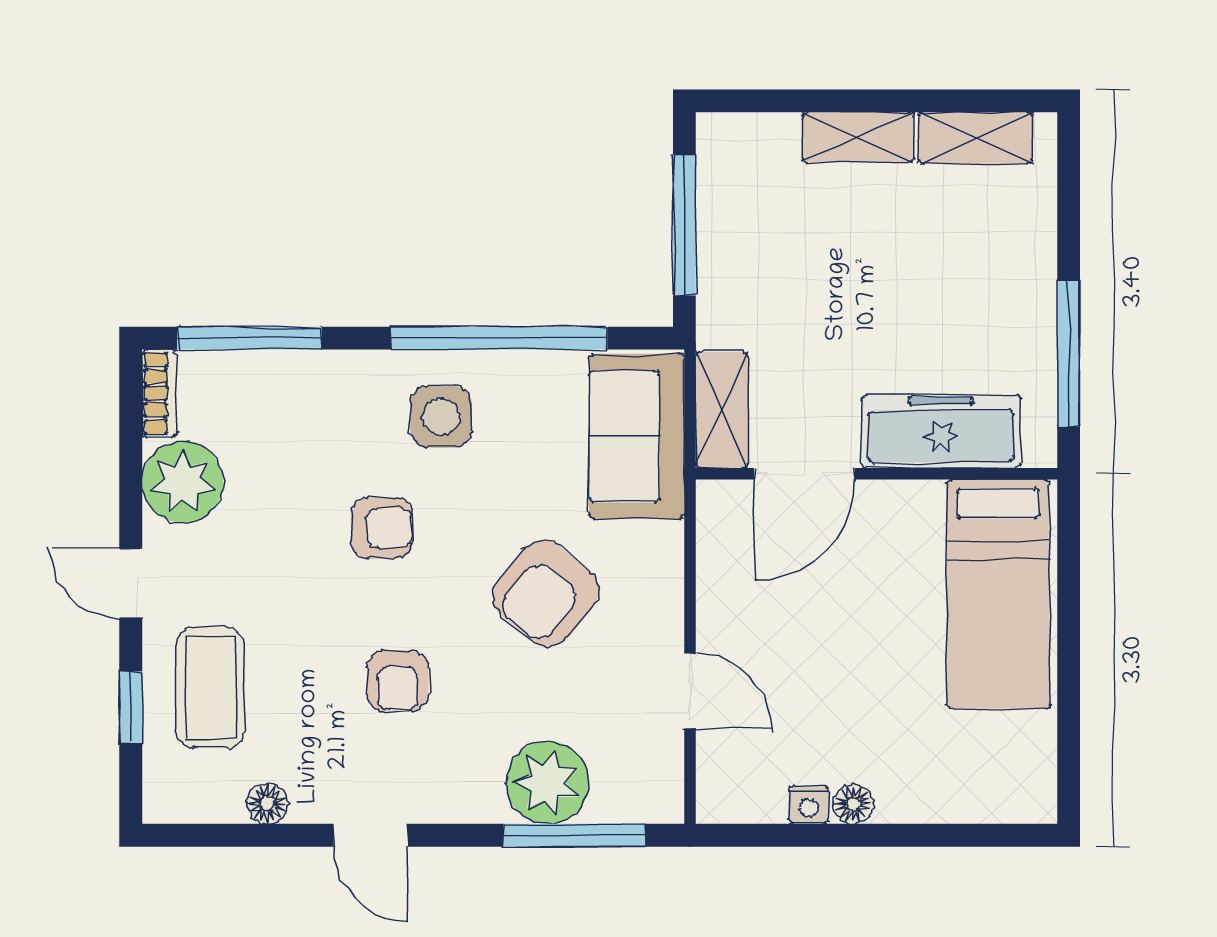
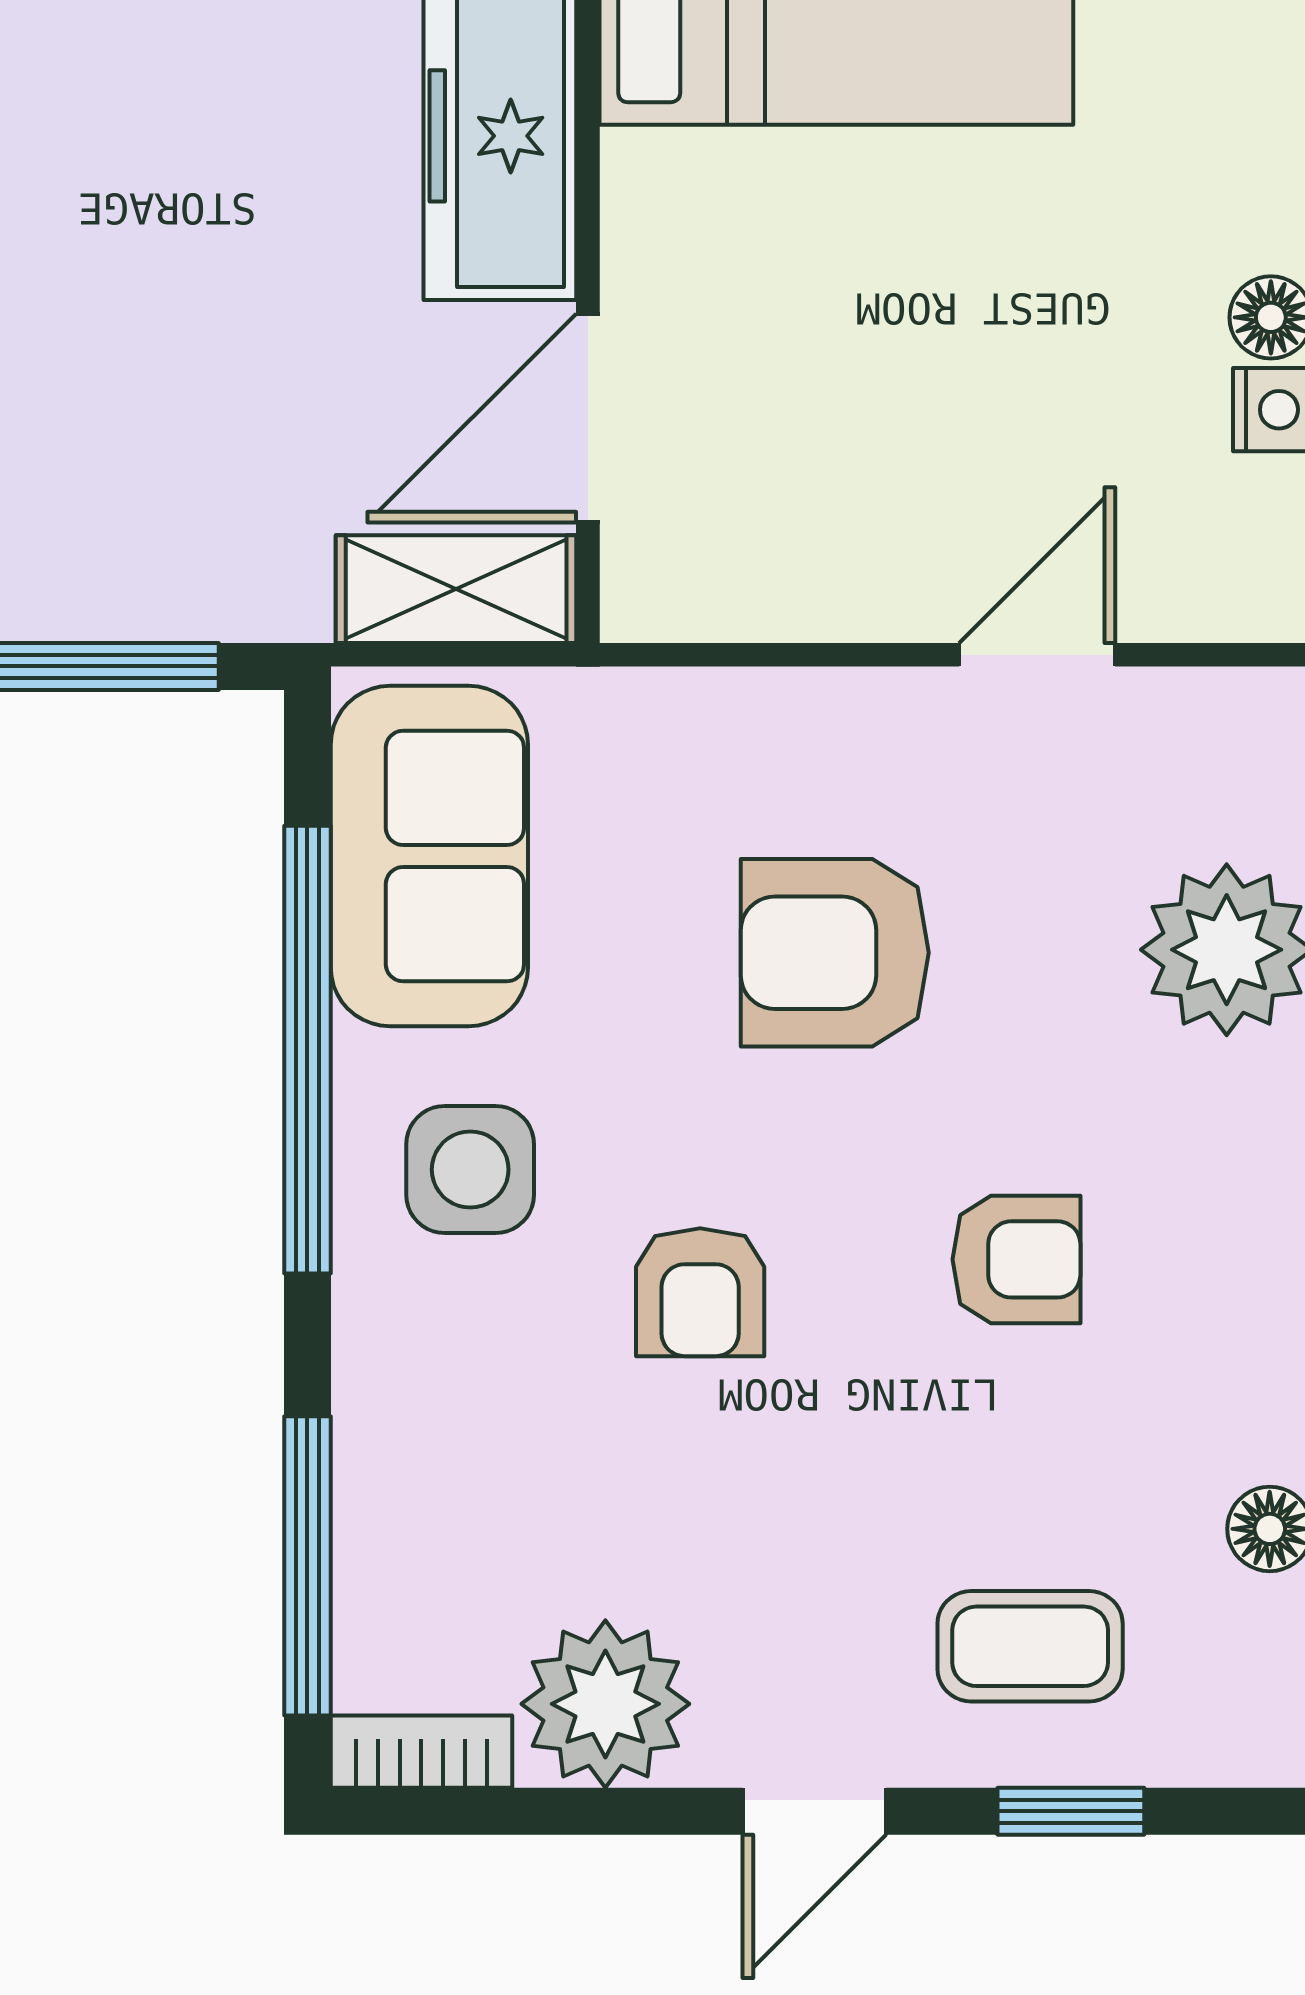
sofa: (637, 436) -> (429, 856), moved, turned -90
door: (805, 474) -> (588, 418), swing flipped
armchair: (382, 528) -> (700, 1292), turned 180
armchair: (546, 593) -> (835, 953), turned 141
coffee table: (211, 688) -> (1030, 1646), width x0.73, depth x0.77

